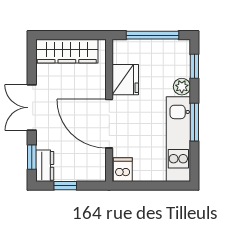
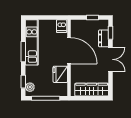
plant: (182, 87) -> (30, 87), moved
dresser: (45, 166) -> (104, 38), moved

